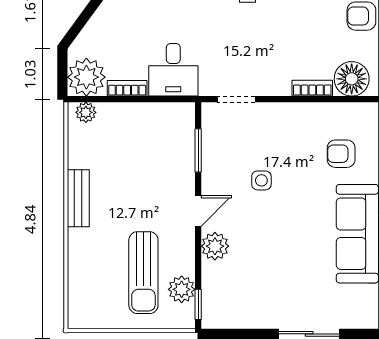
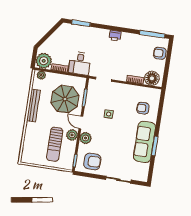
parasol: (151, 161) -> (65, 99), added
bench: (78, 198) -> (33, 106), width x1.36
door: (198, 211) -> (81, 123), swing flipped
plant: (182, 289) -> (72, 135), moved
armchair: (240, 300) -> (92, 161), added

